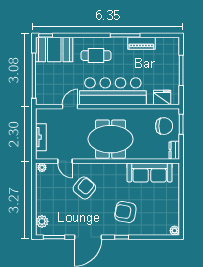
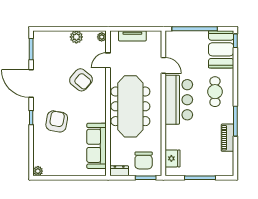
bar counter: (113, 91) -> (179, 100), width x0.73
meeting table: (111, 139) -> (130, 106), width x1.36
plant: (42, 221) -> (76, 37), moved

